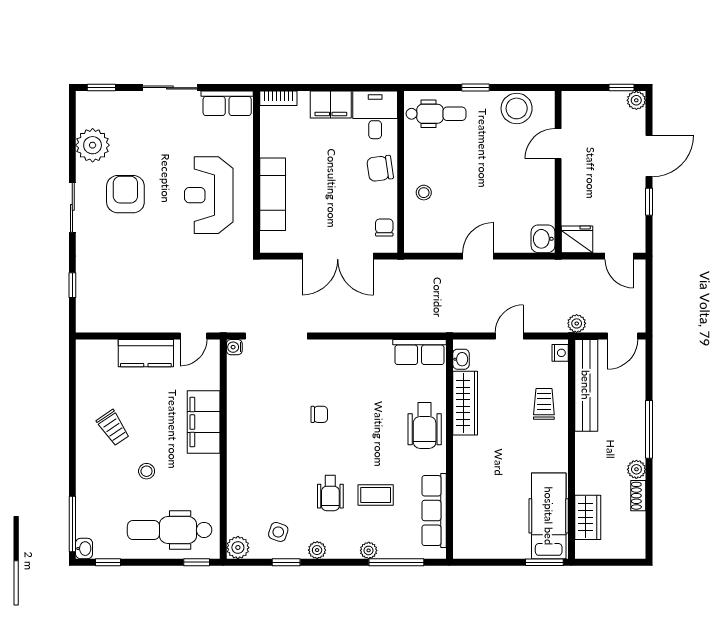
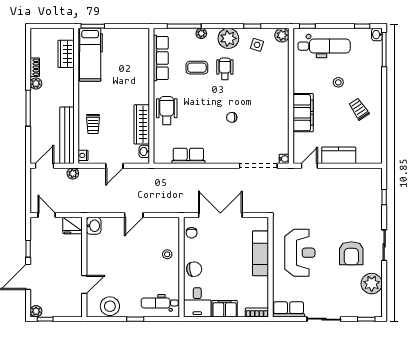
row of seats: (420, 352) -> (188, 156), moved
plant: (317, 550) -> (228, 38), width x1.88, depth x1.88

